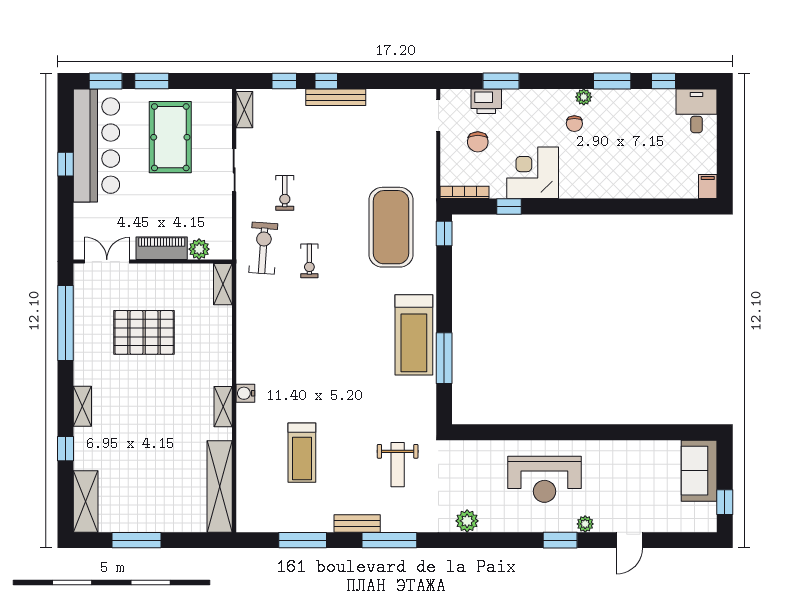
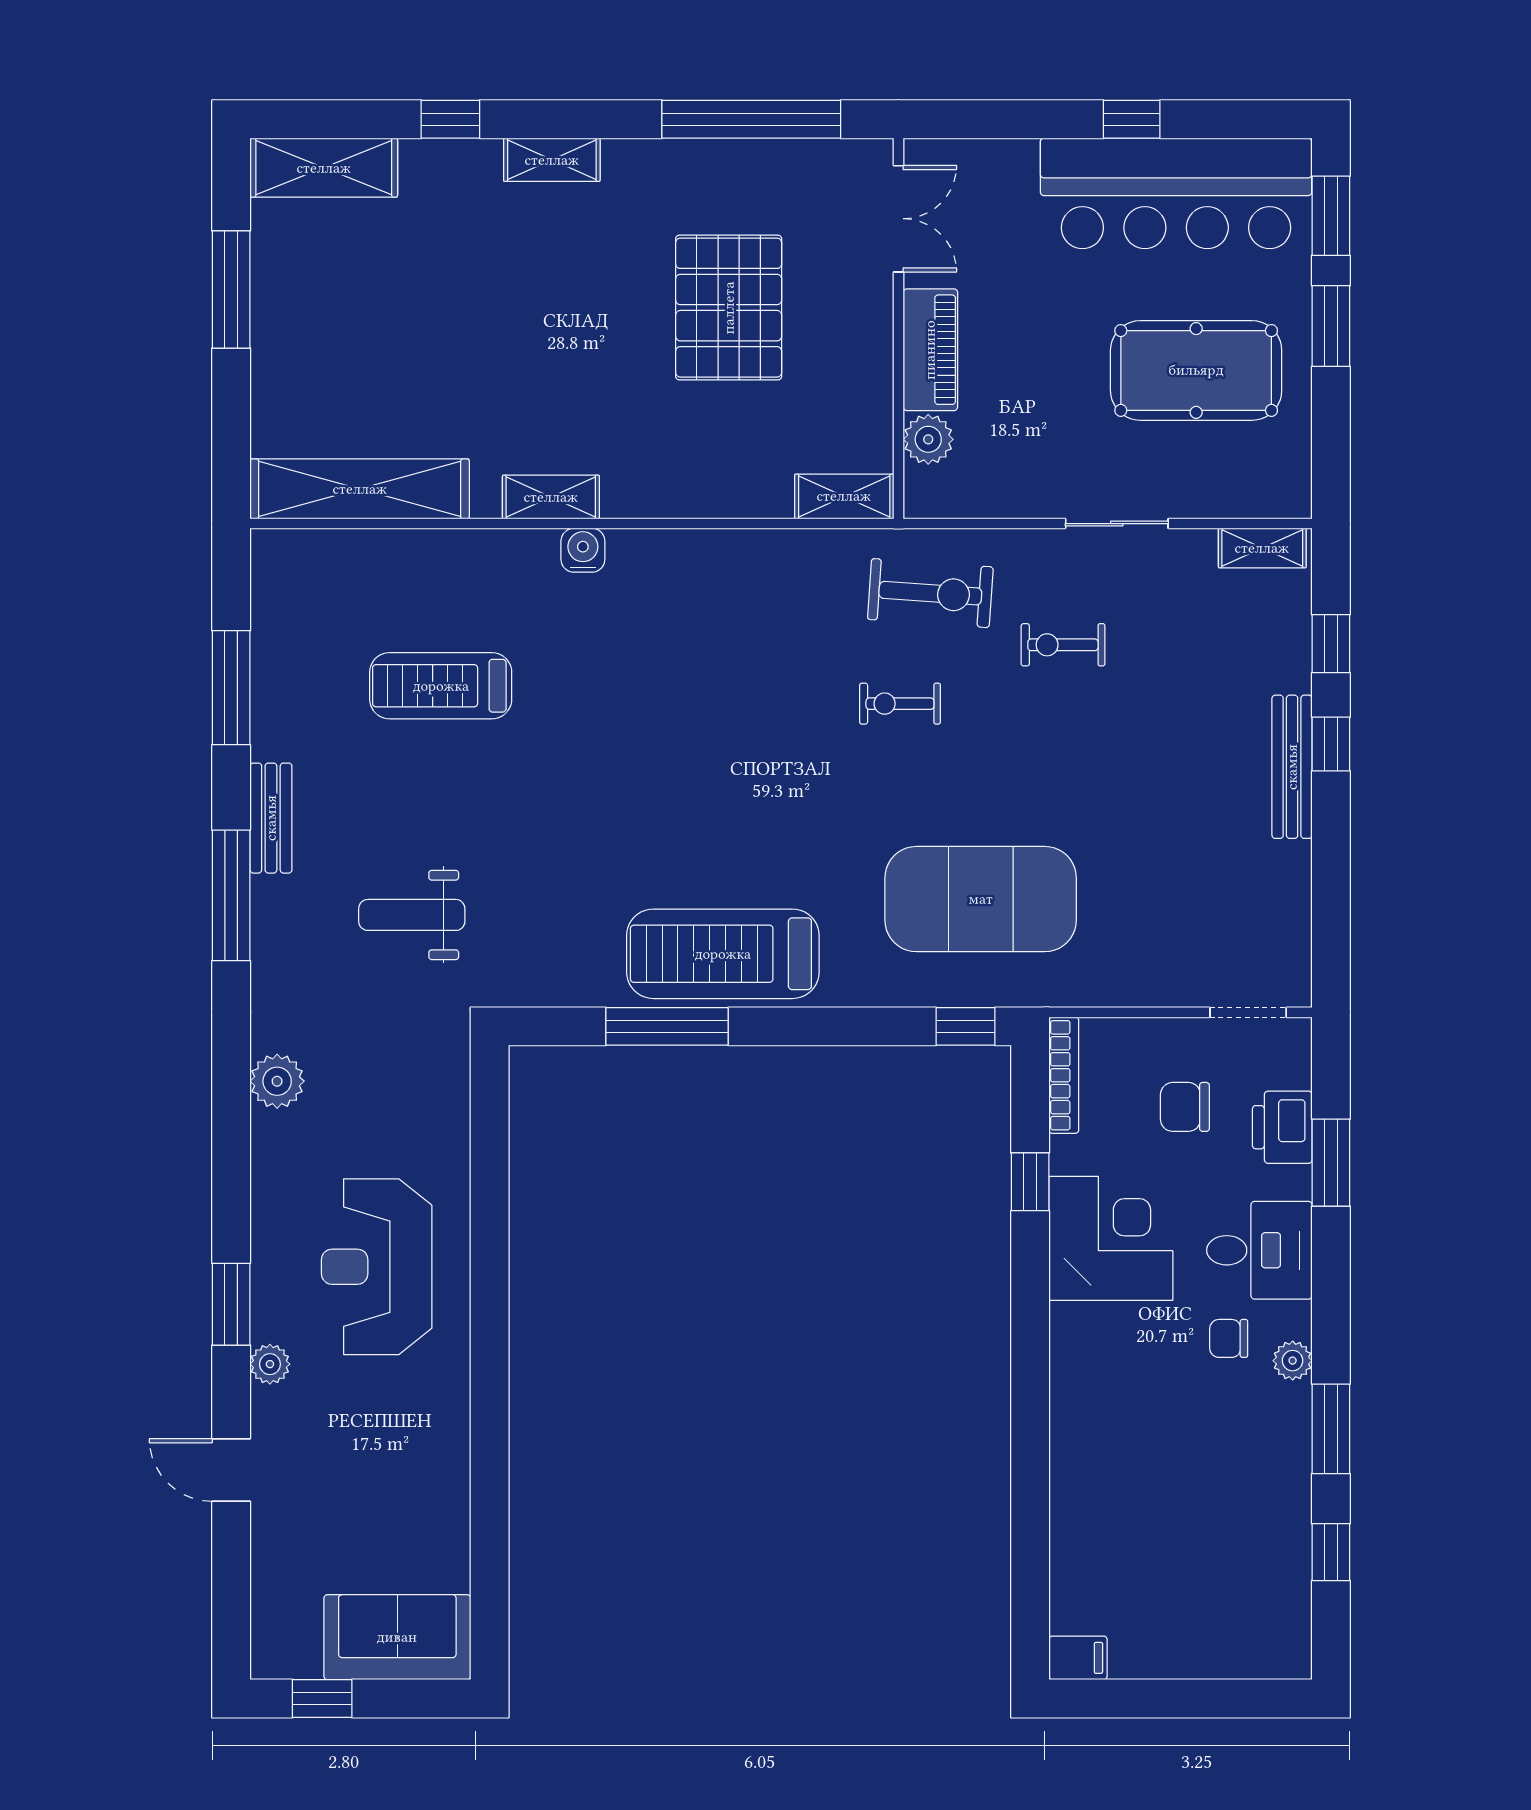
desk: (696, 111) -> (1259, 1250), moved

